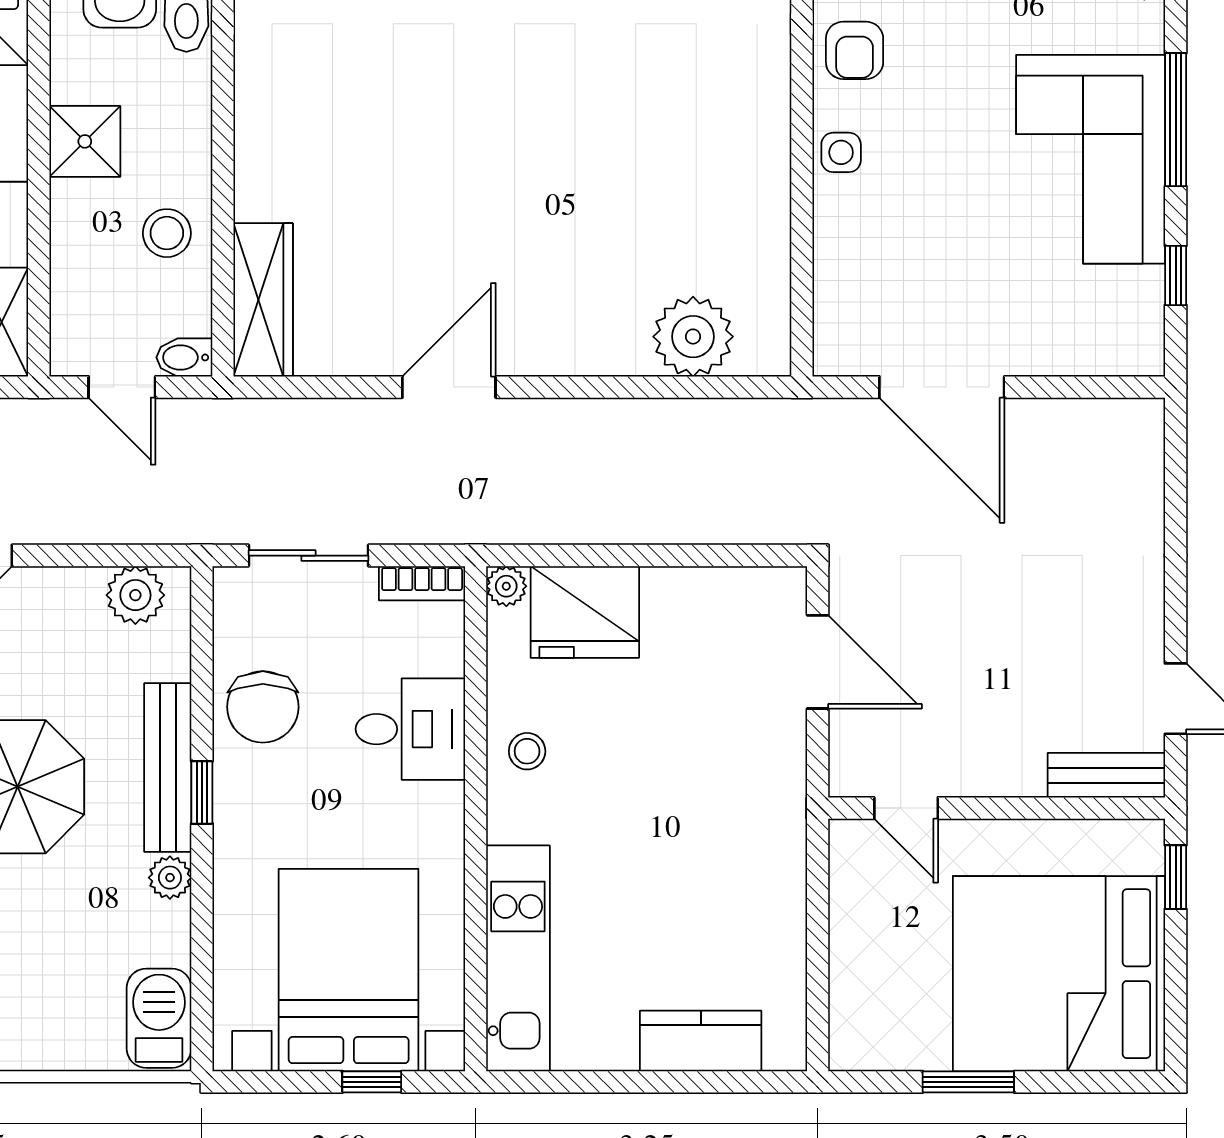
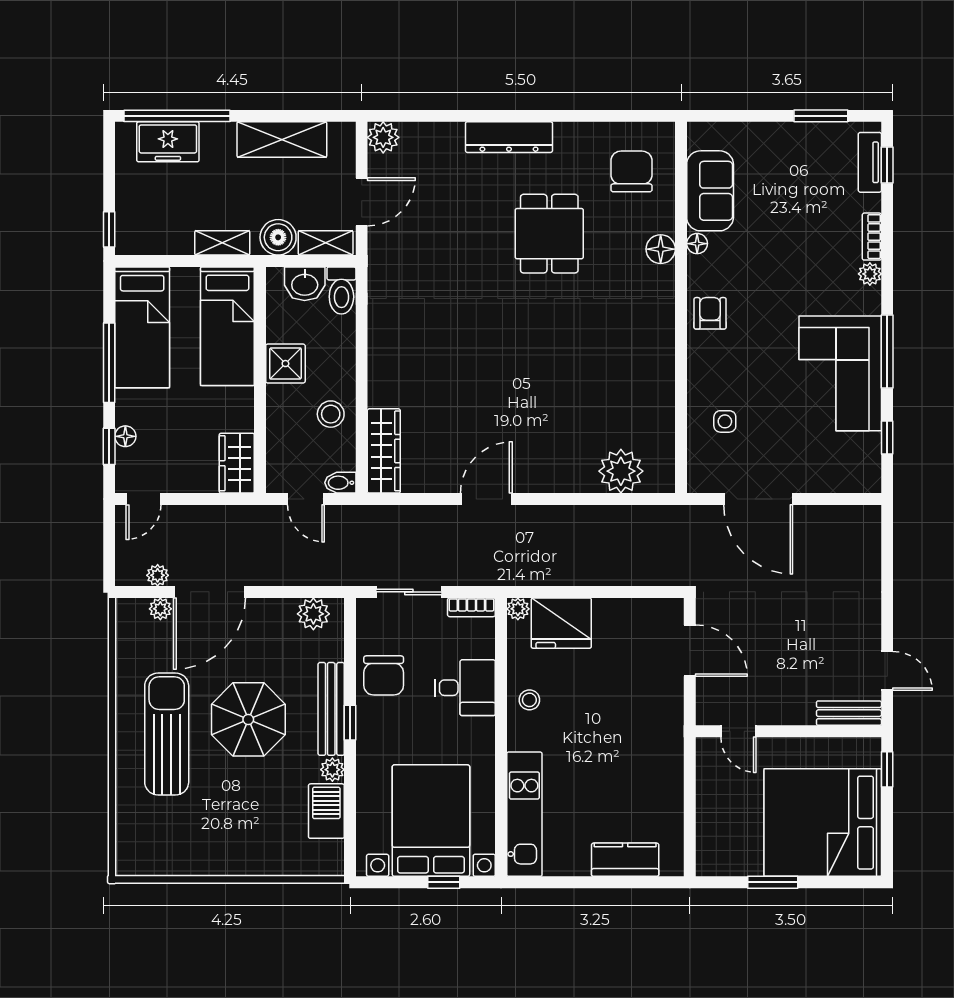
armchair: (855, 50) -> (710, 313), turned 180
side table: (841, 152) -> (725, 421), moved
barbecue: (159, 1018) -> (326, 811), moved

